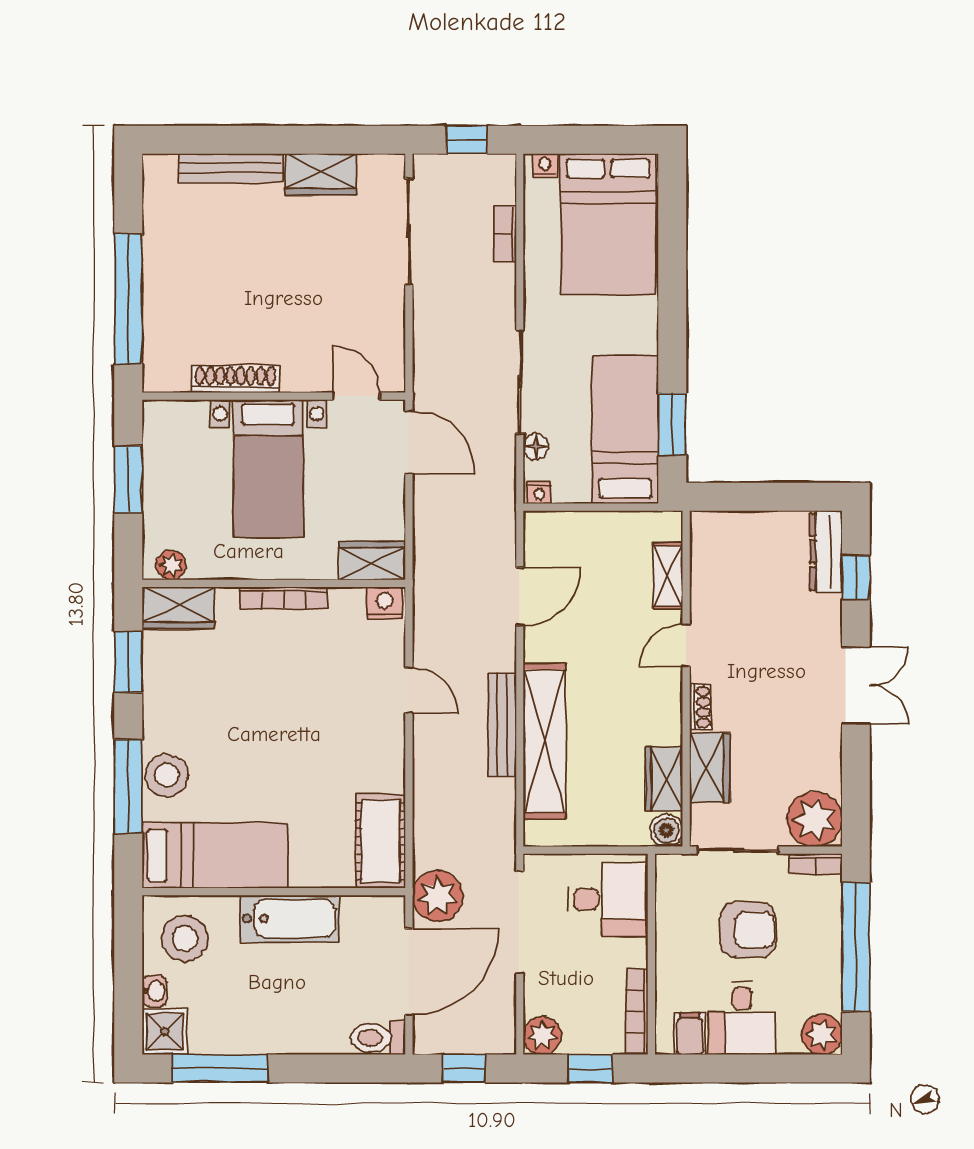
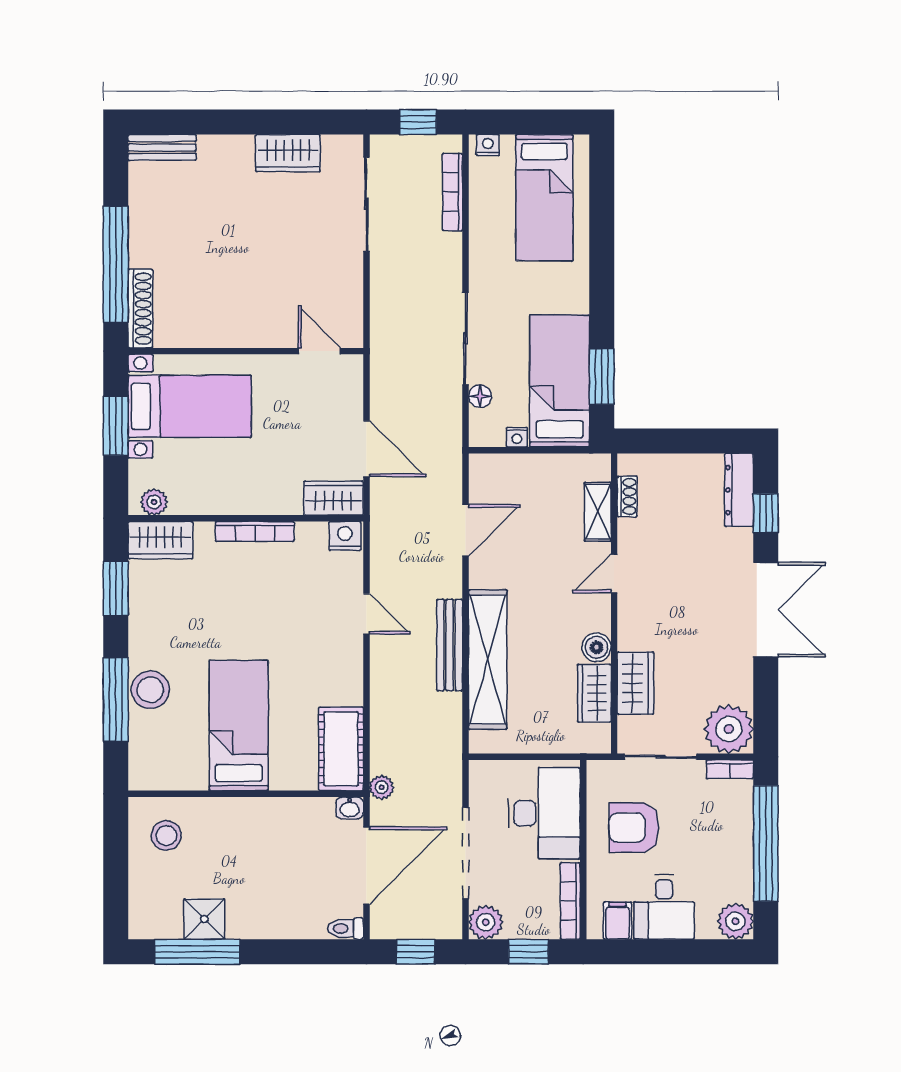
bench: (230, 168) -> (162, 147), moved, width x0.73
bed: (608, 224) -> (544, 198), width x0.67
bookcase: (505, 234) -> (452, 192), width x1.56
shoe rack: (235, 379) -> (140, 309), moved, turned 90
door: (409, 442) -> (366, 449), moved
bed with nightstands: (268, 469) -> (190, 406), moved, turned -90
nightstand: (539, 493) -> (517, 437), moved
double door: (856, 686) -> (766, 610), width x1.37
shoe rack: (701, 707) -> (627, 496), moved
boiler: (666, 830) -> (597, 647), moved
bed: (215, 855) -> (239, 726), moved, turned -90
plant: (438, 896) -> (382, 787), width x0.53, depth x0.53
desk: (608, 900) -> (544, 813), width x1.37
bathtub: (290, 919) -> (260, 818), removed
doorway: (520, 922) -> (466, 853), moved
armchair: (748, 930) -> (634, 828), moved, turned 180
stool: (185, 938) -> (166, 836), width x0.73, depth x0.73
washbasin: (154, 991) -> (350, 808), moved, turned 90
shower: (165, 1032) -> (204, 919), moved
toilet: (378, 1038) -> (346, 928), width x0.73, depth x0.72

